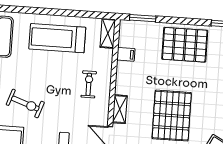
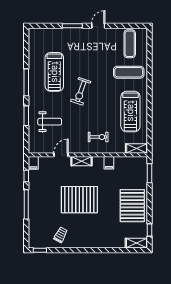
treadmill: (57, 38) -> (130, 111), turned 180
filing cabinet: (126, 54) -> (109, 163), moved

